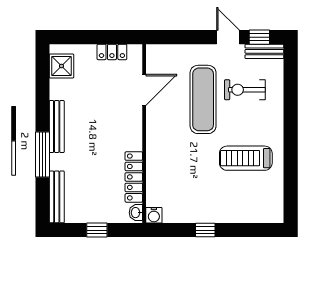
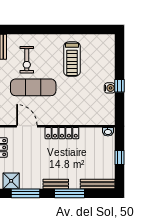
window: (43, 88) -> (25, 193), added
bench: (57, 126) -> (56, 184), width x0.73
locker: (134, 177) -> (62, 133), moved
water cooler: (154, 215) -> (110, 88), moved

